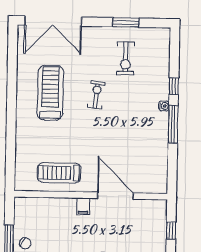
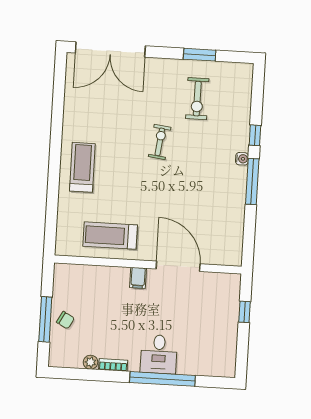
treadmill: (50, 93) -> (82, 167), moved, width x0.73, depth x0.73

